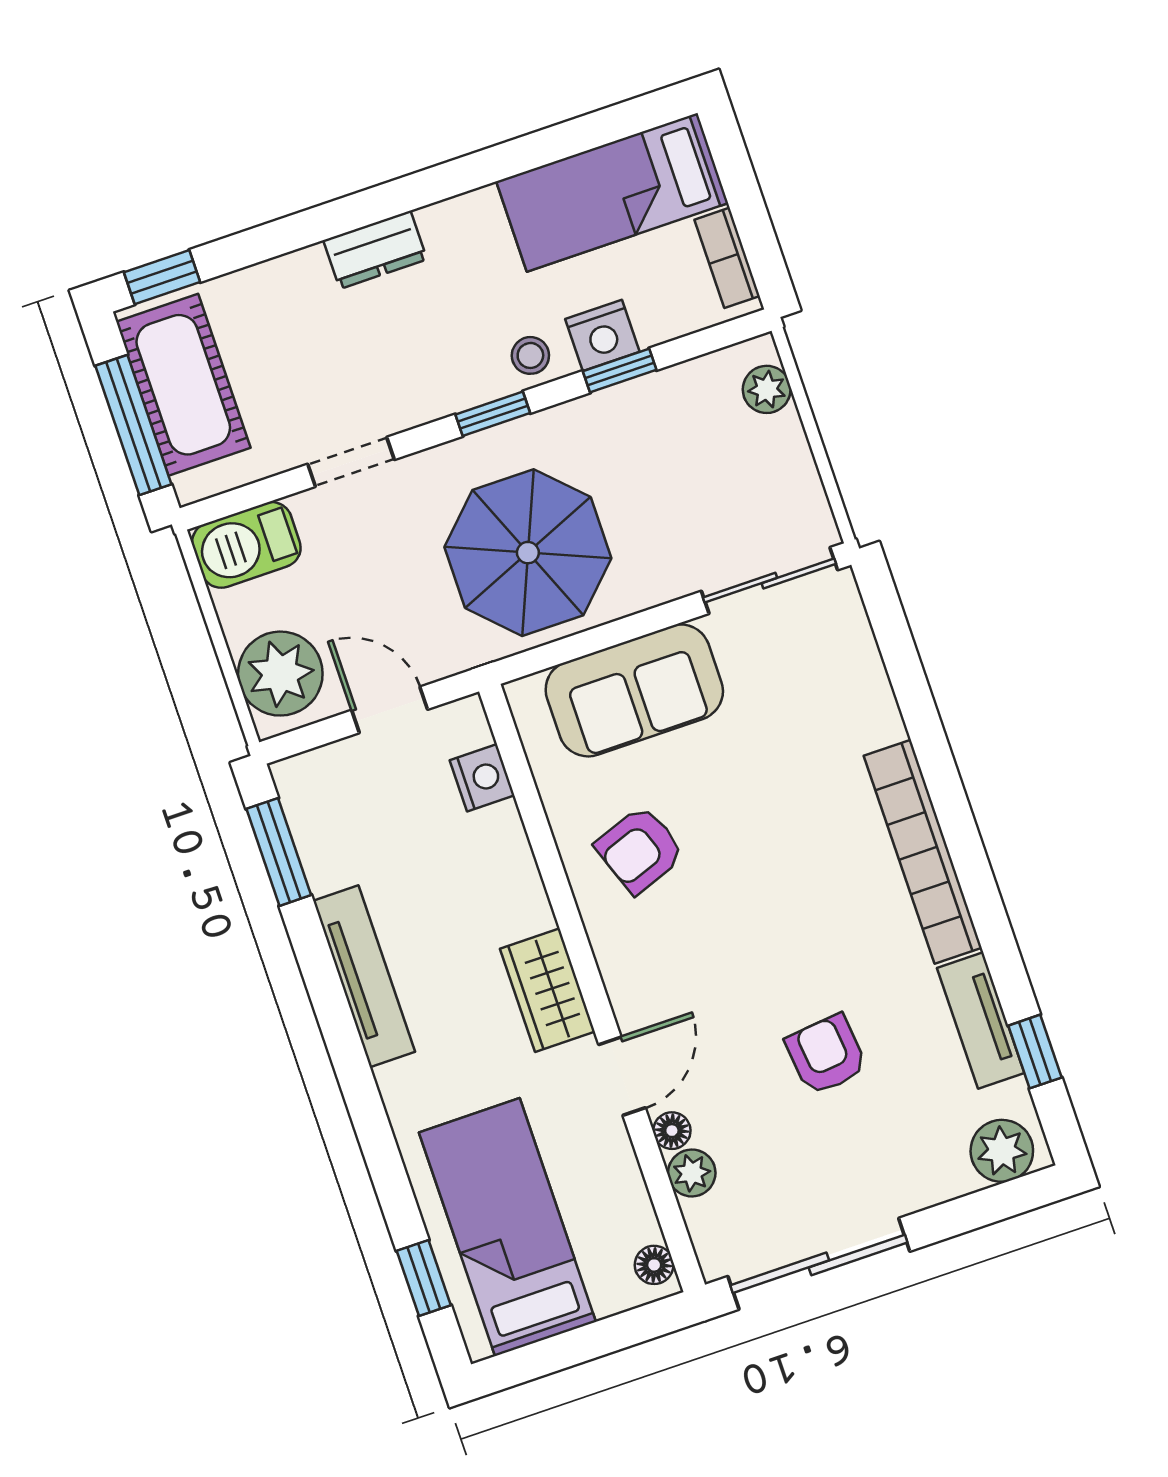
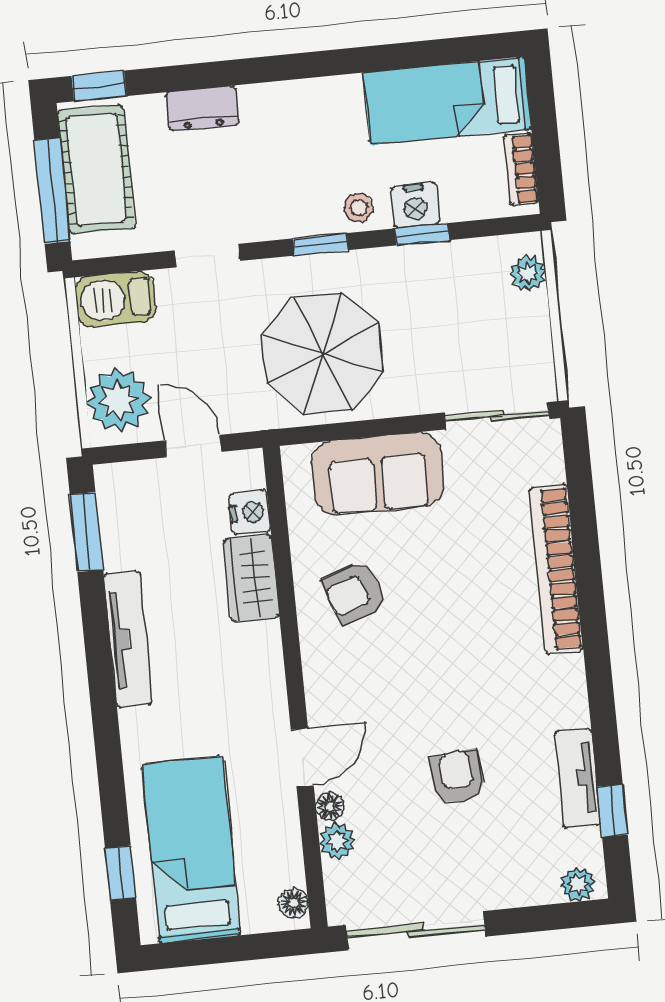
dresser: (375, 250) -> (202, 108), moved
bookcase: (923, 852) -> (556, 569), moved
wardrobe: (547, 990) -> (251, 578), moved
plant: (1002, 1151) -> (578, 884), width x0.73, depth x0.73

